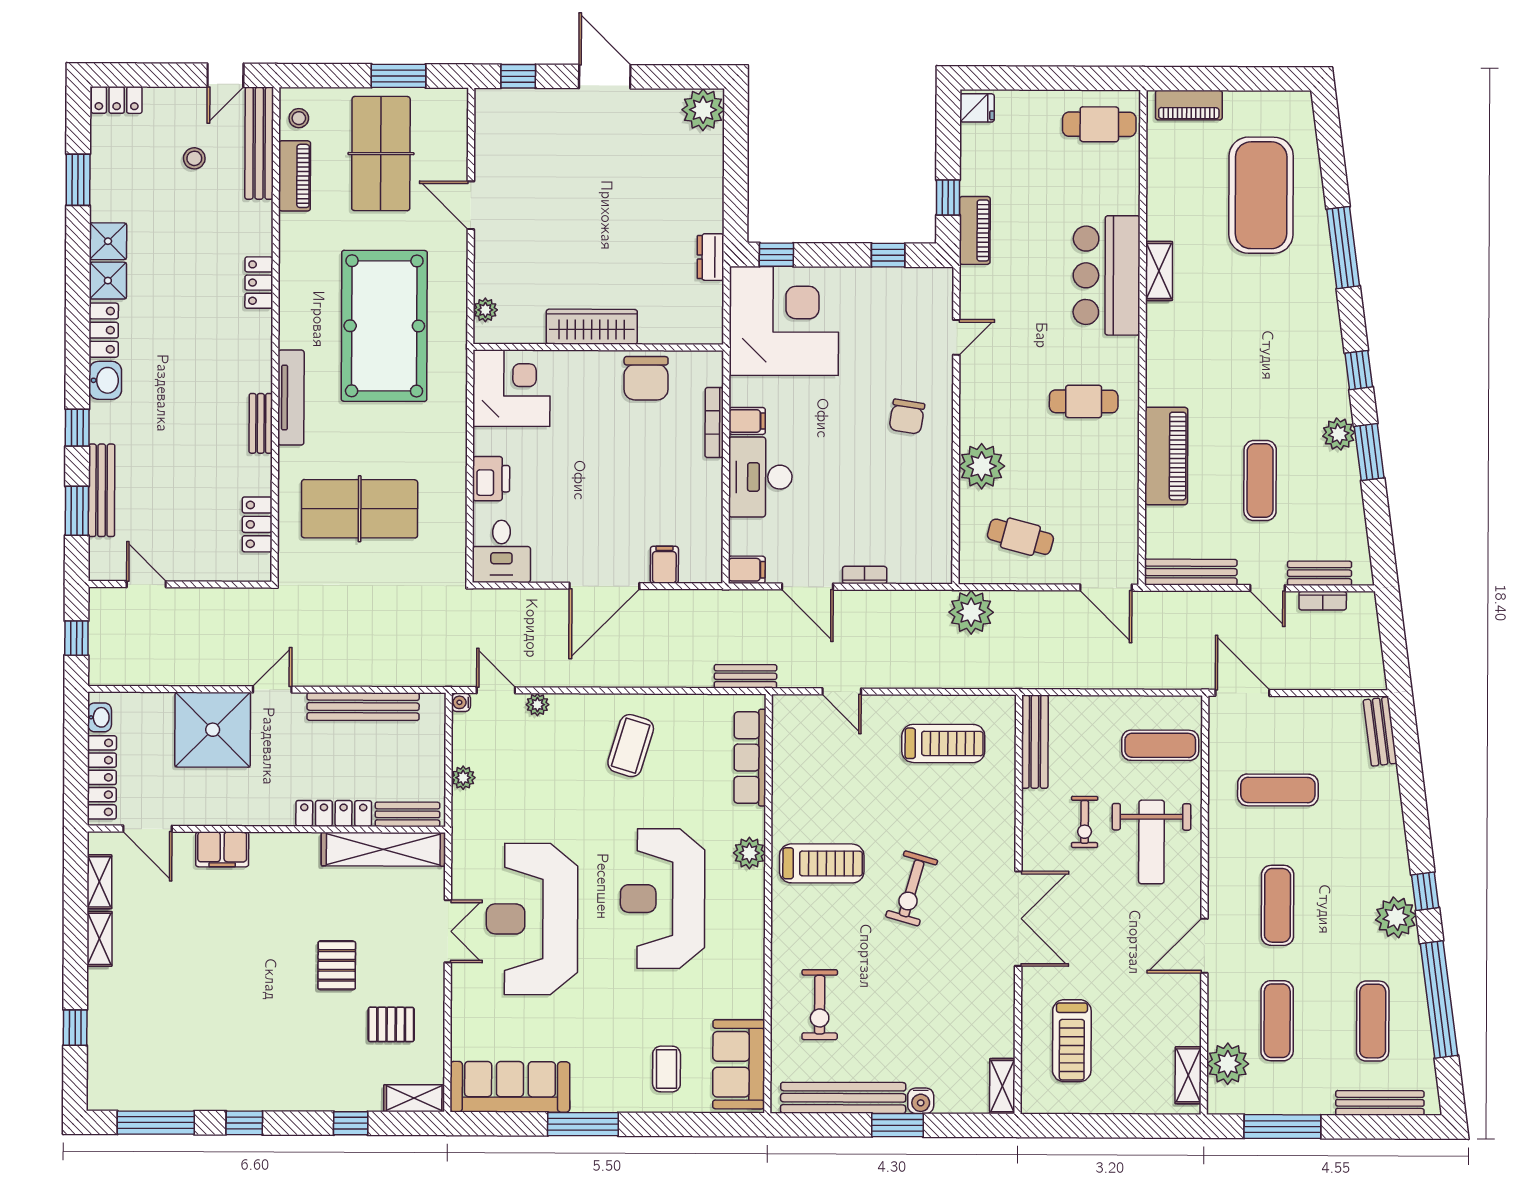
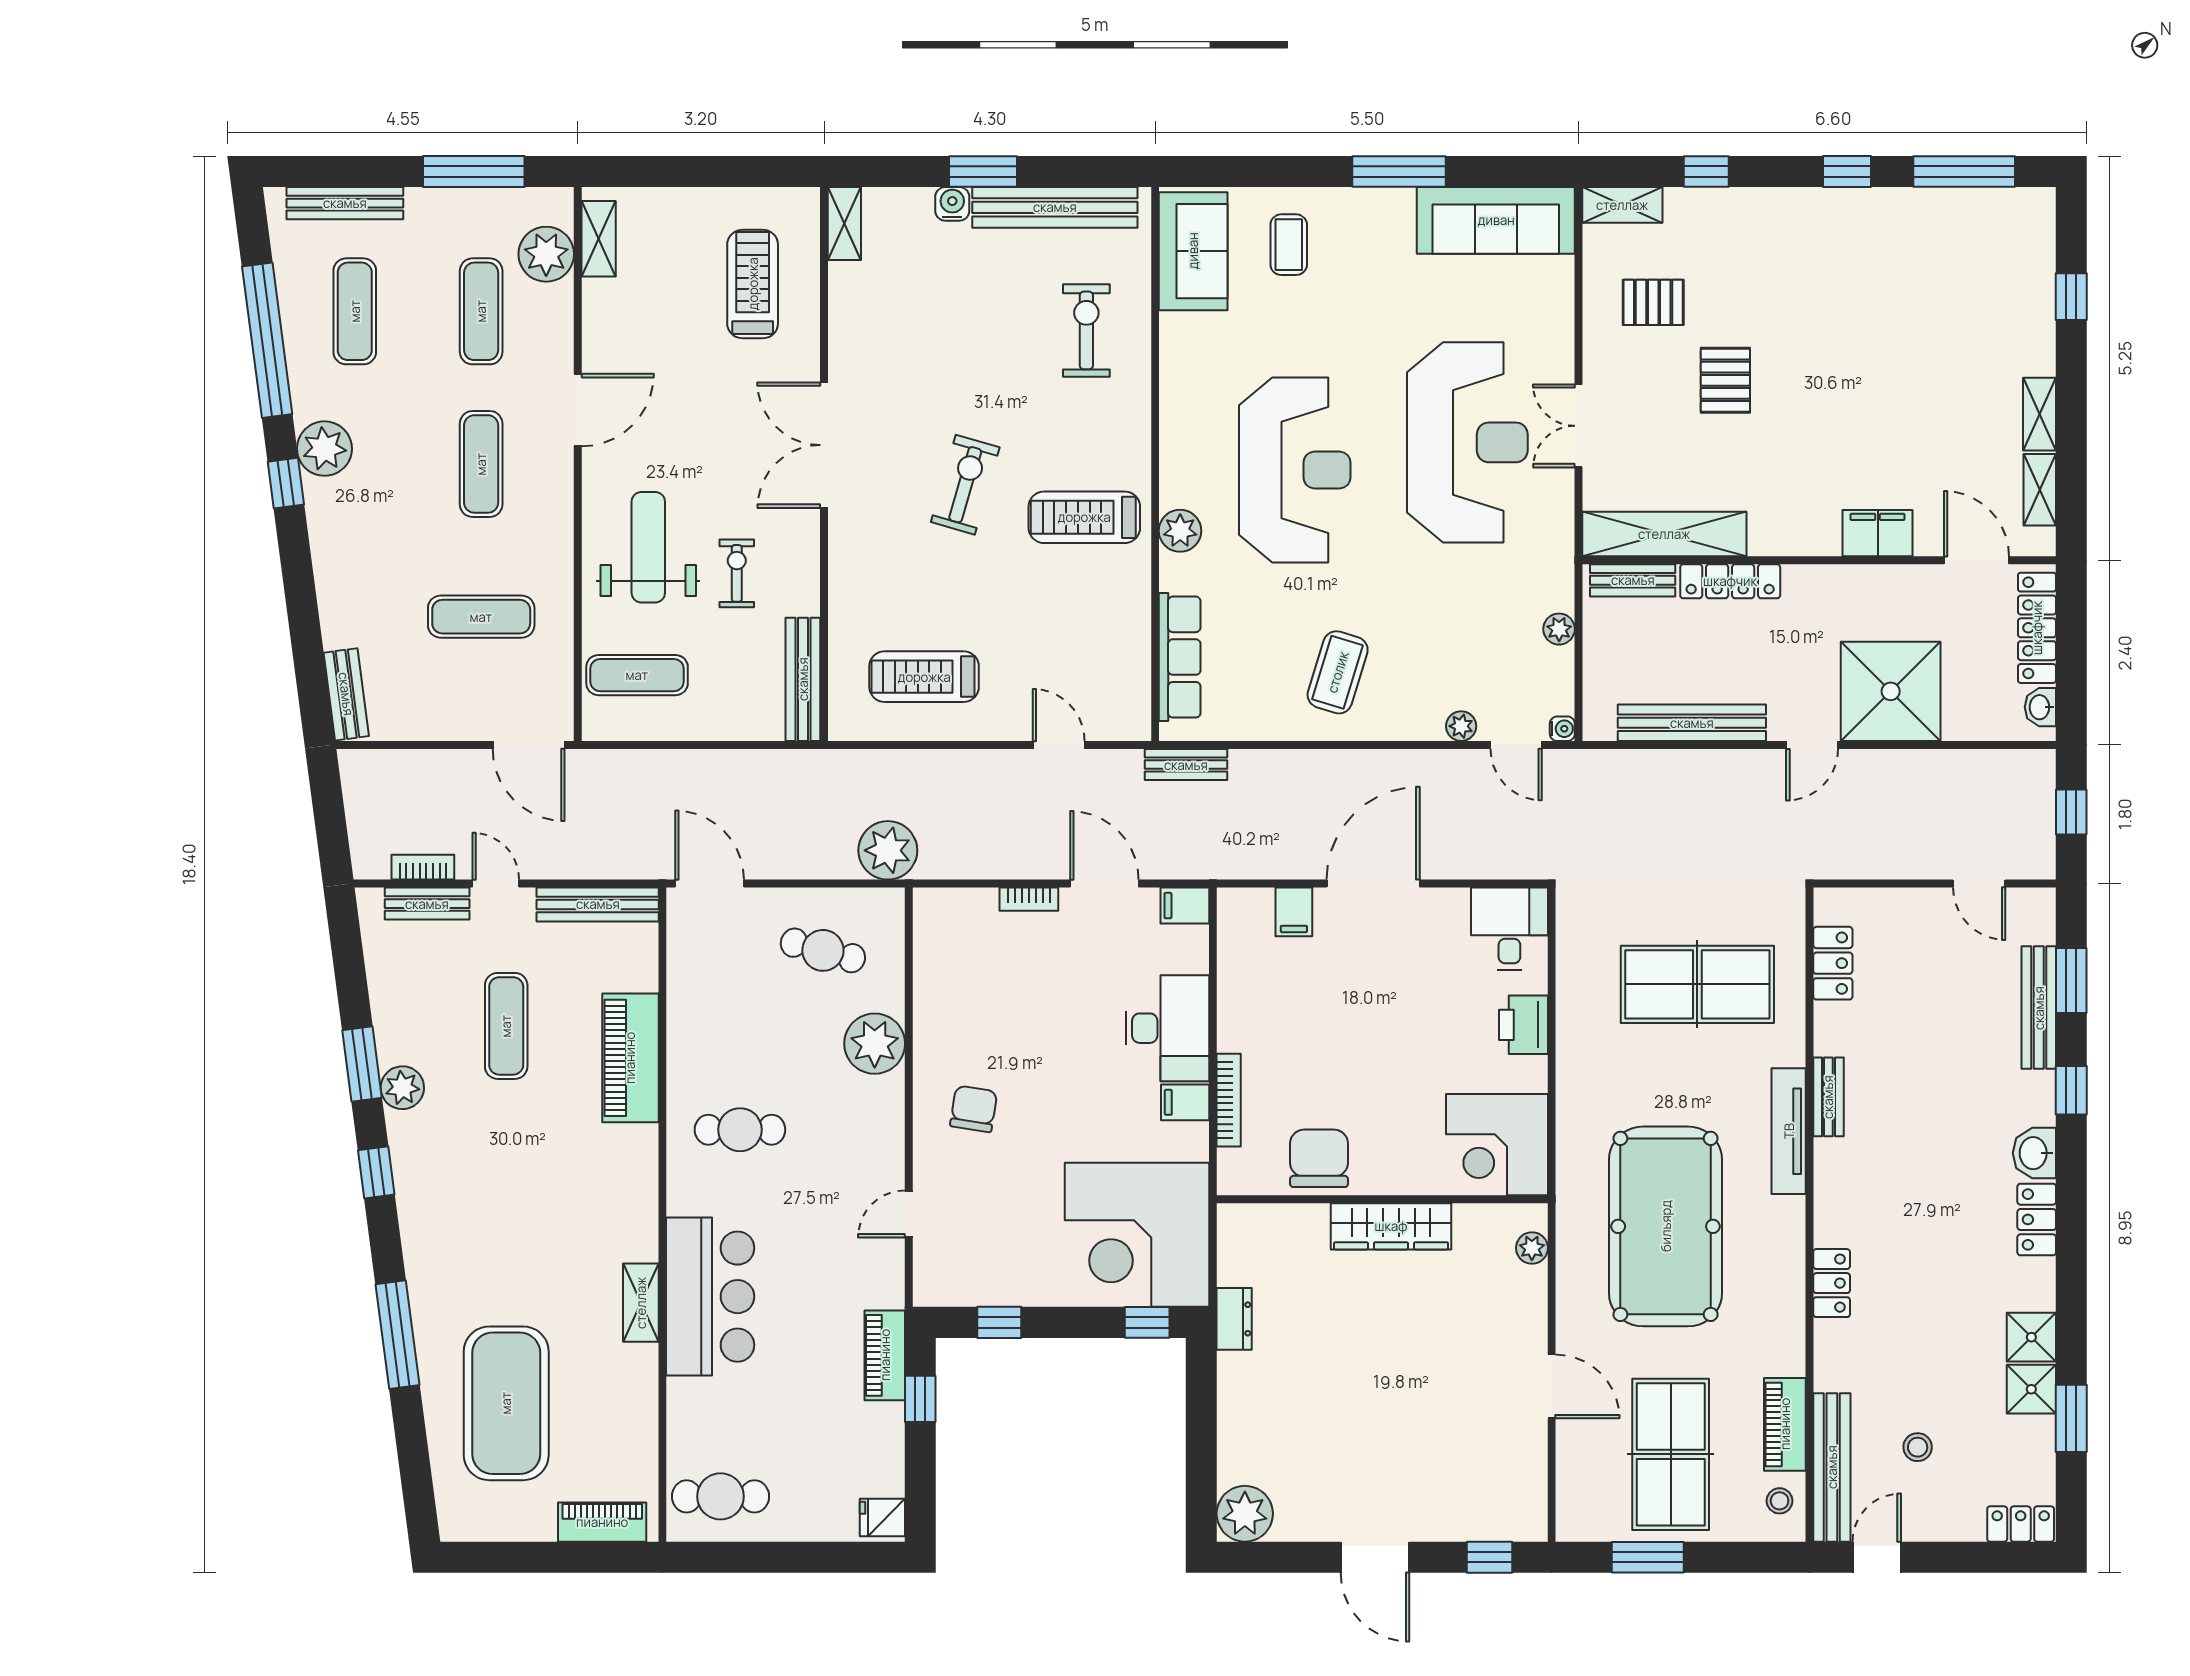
shower: (108, 281) -> (2031, 1389), moved

